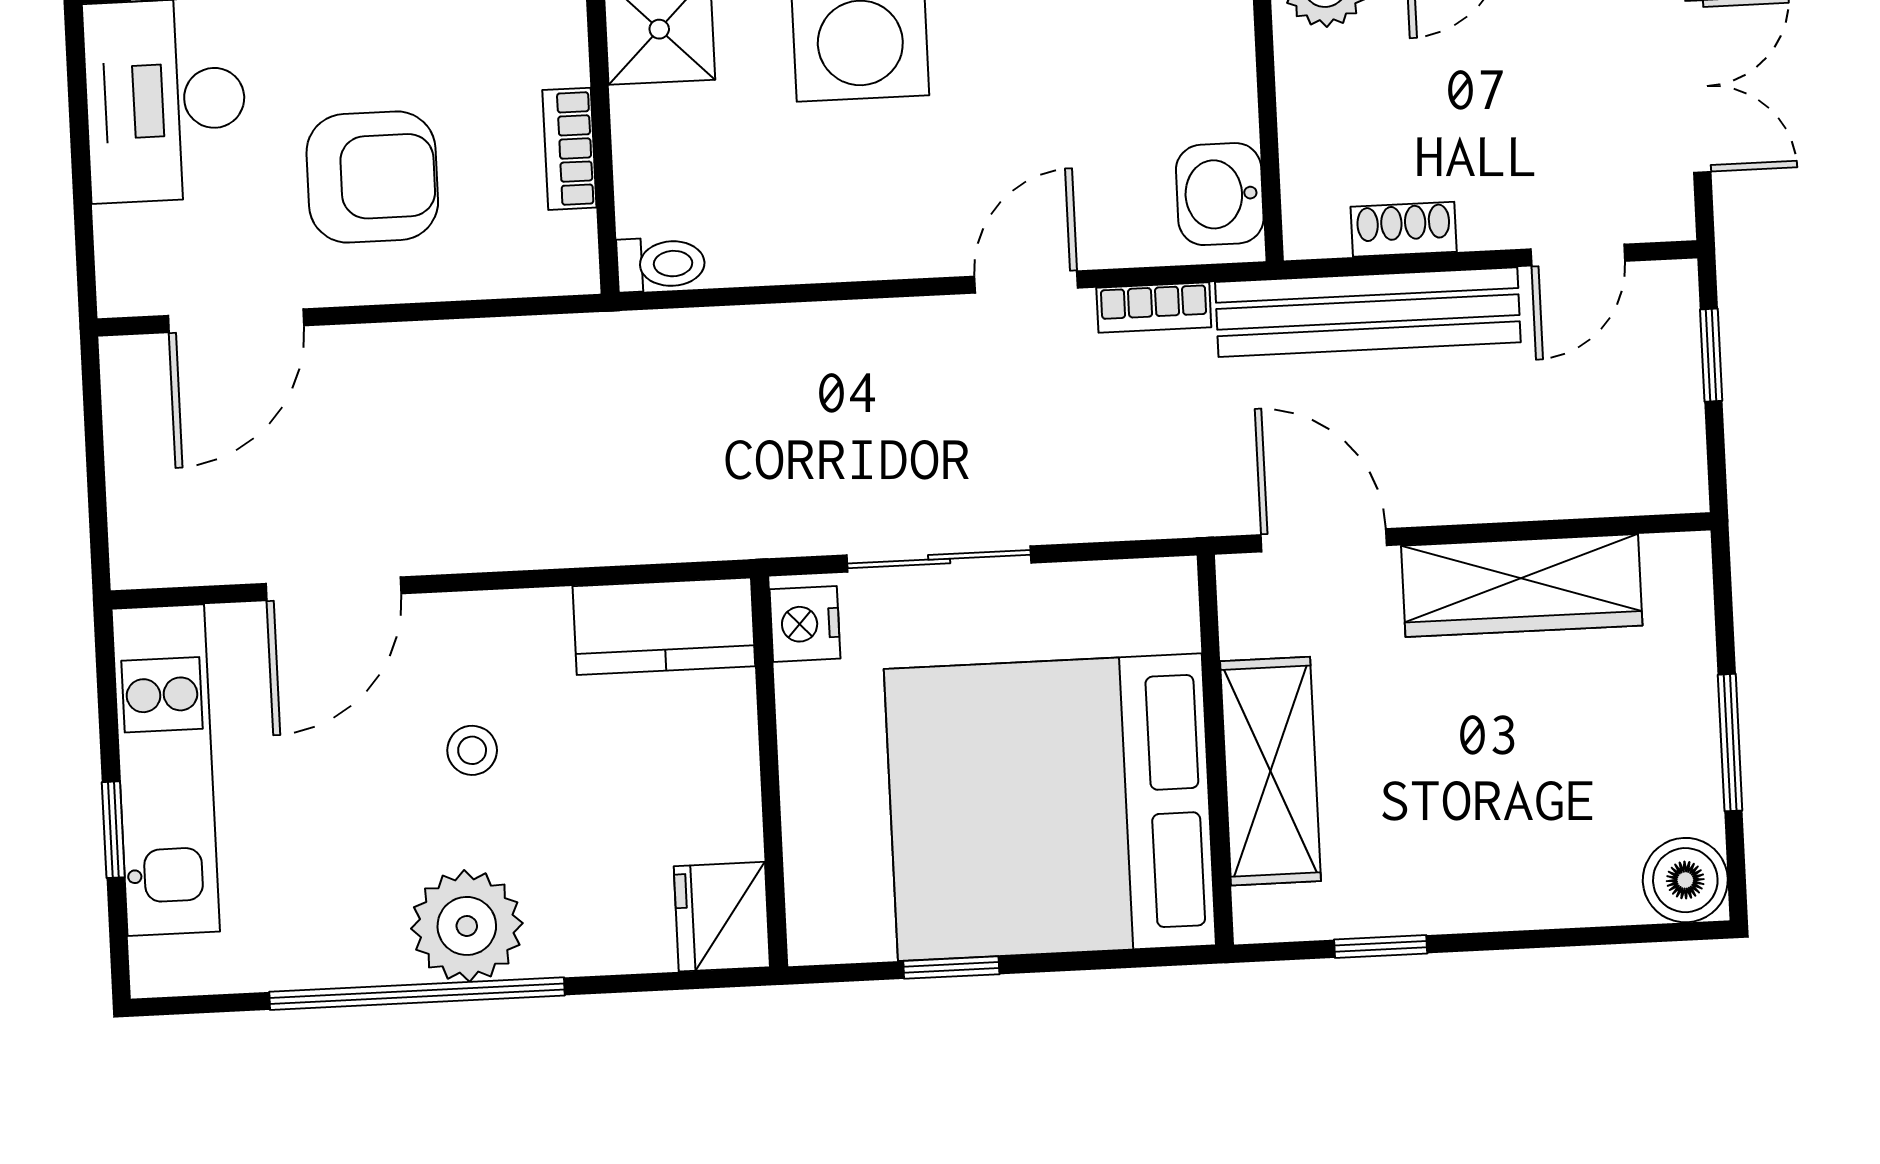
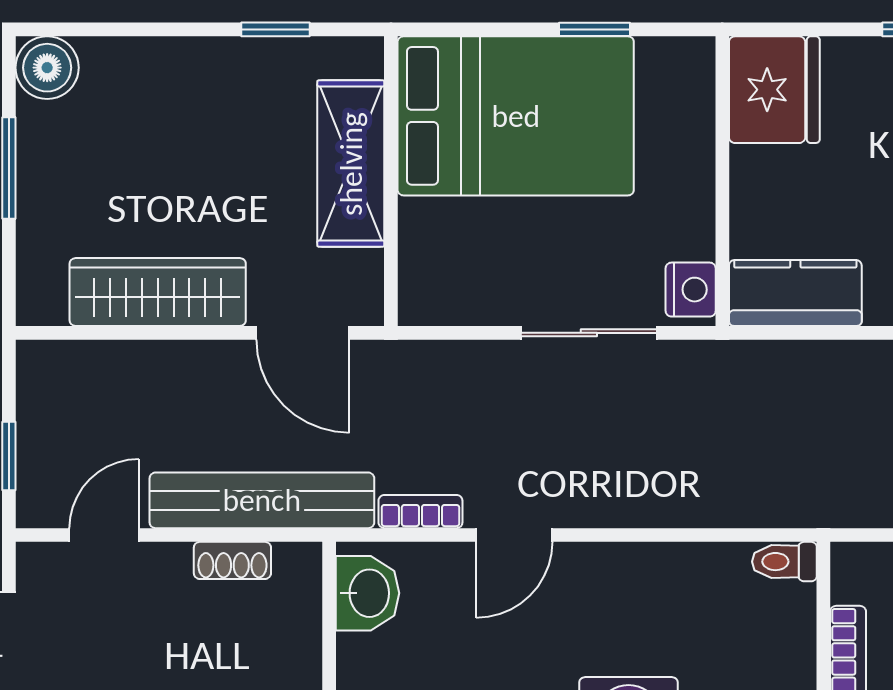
bed: (1050, 807) -> (516, 116), width x0.73
fridge: (722, 917) -> (774, 90), width x1.36, depth x1.34

